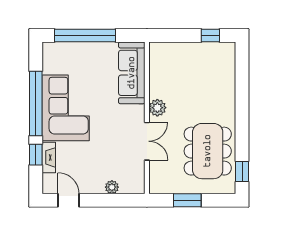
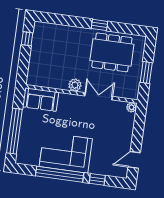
sofa: (132, 73) -> (41, 100), width x0.73
fireplace: (49, 157) -> (101, 170), removed
window: (242, 171) -> (100, 25), moved
plant: (112, 187) -> (132, 107), moved

